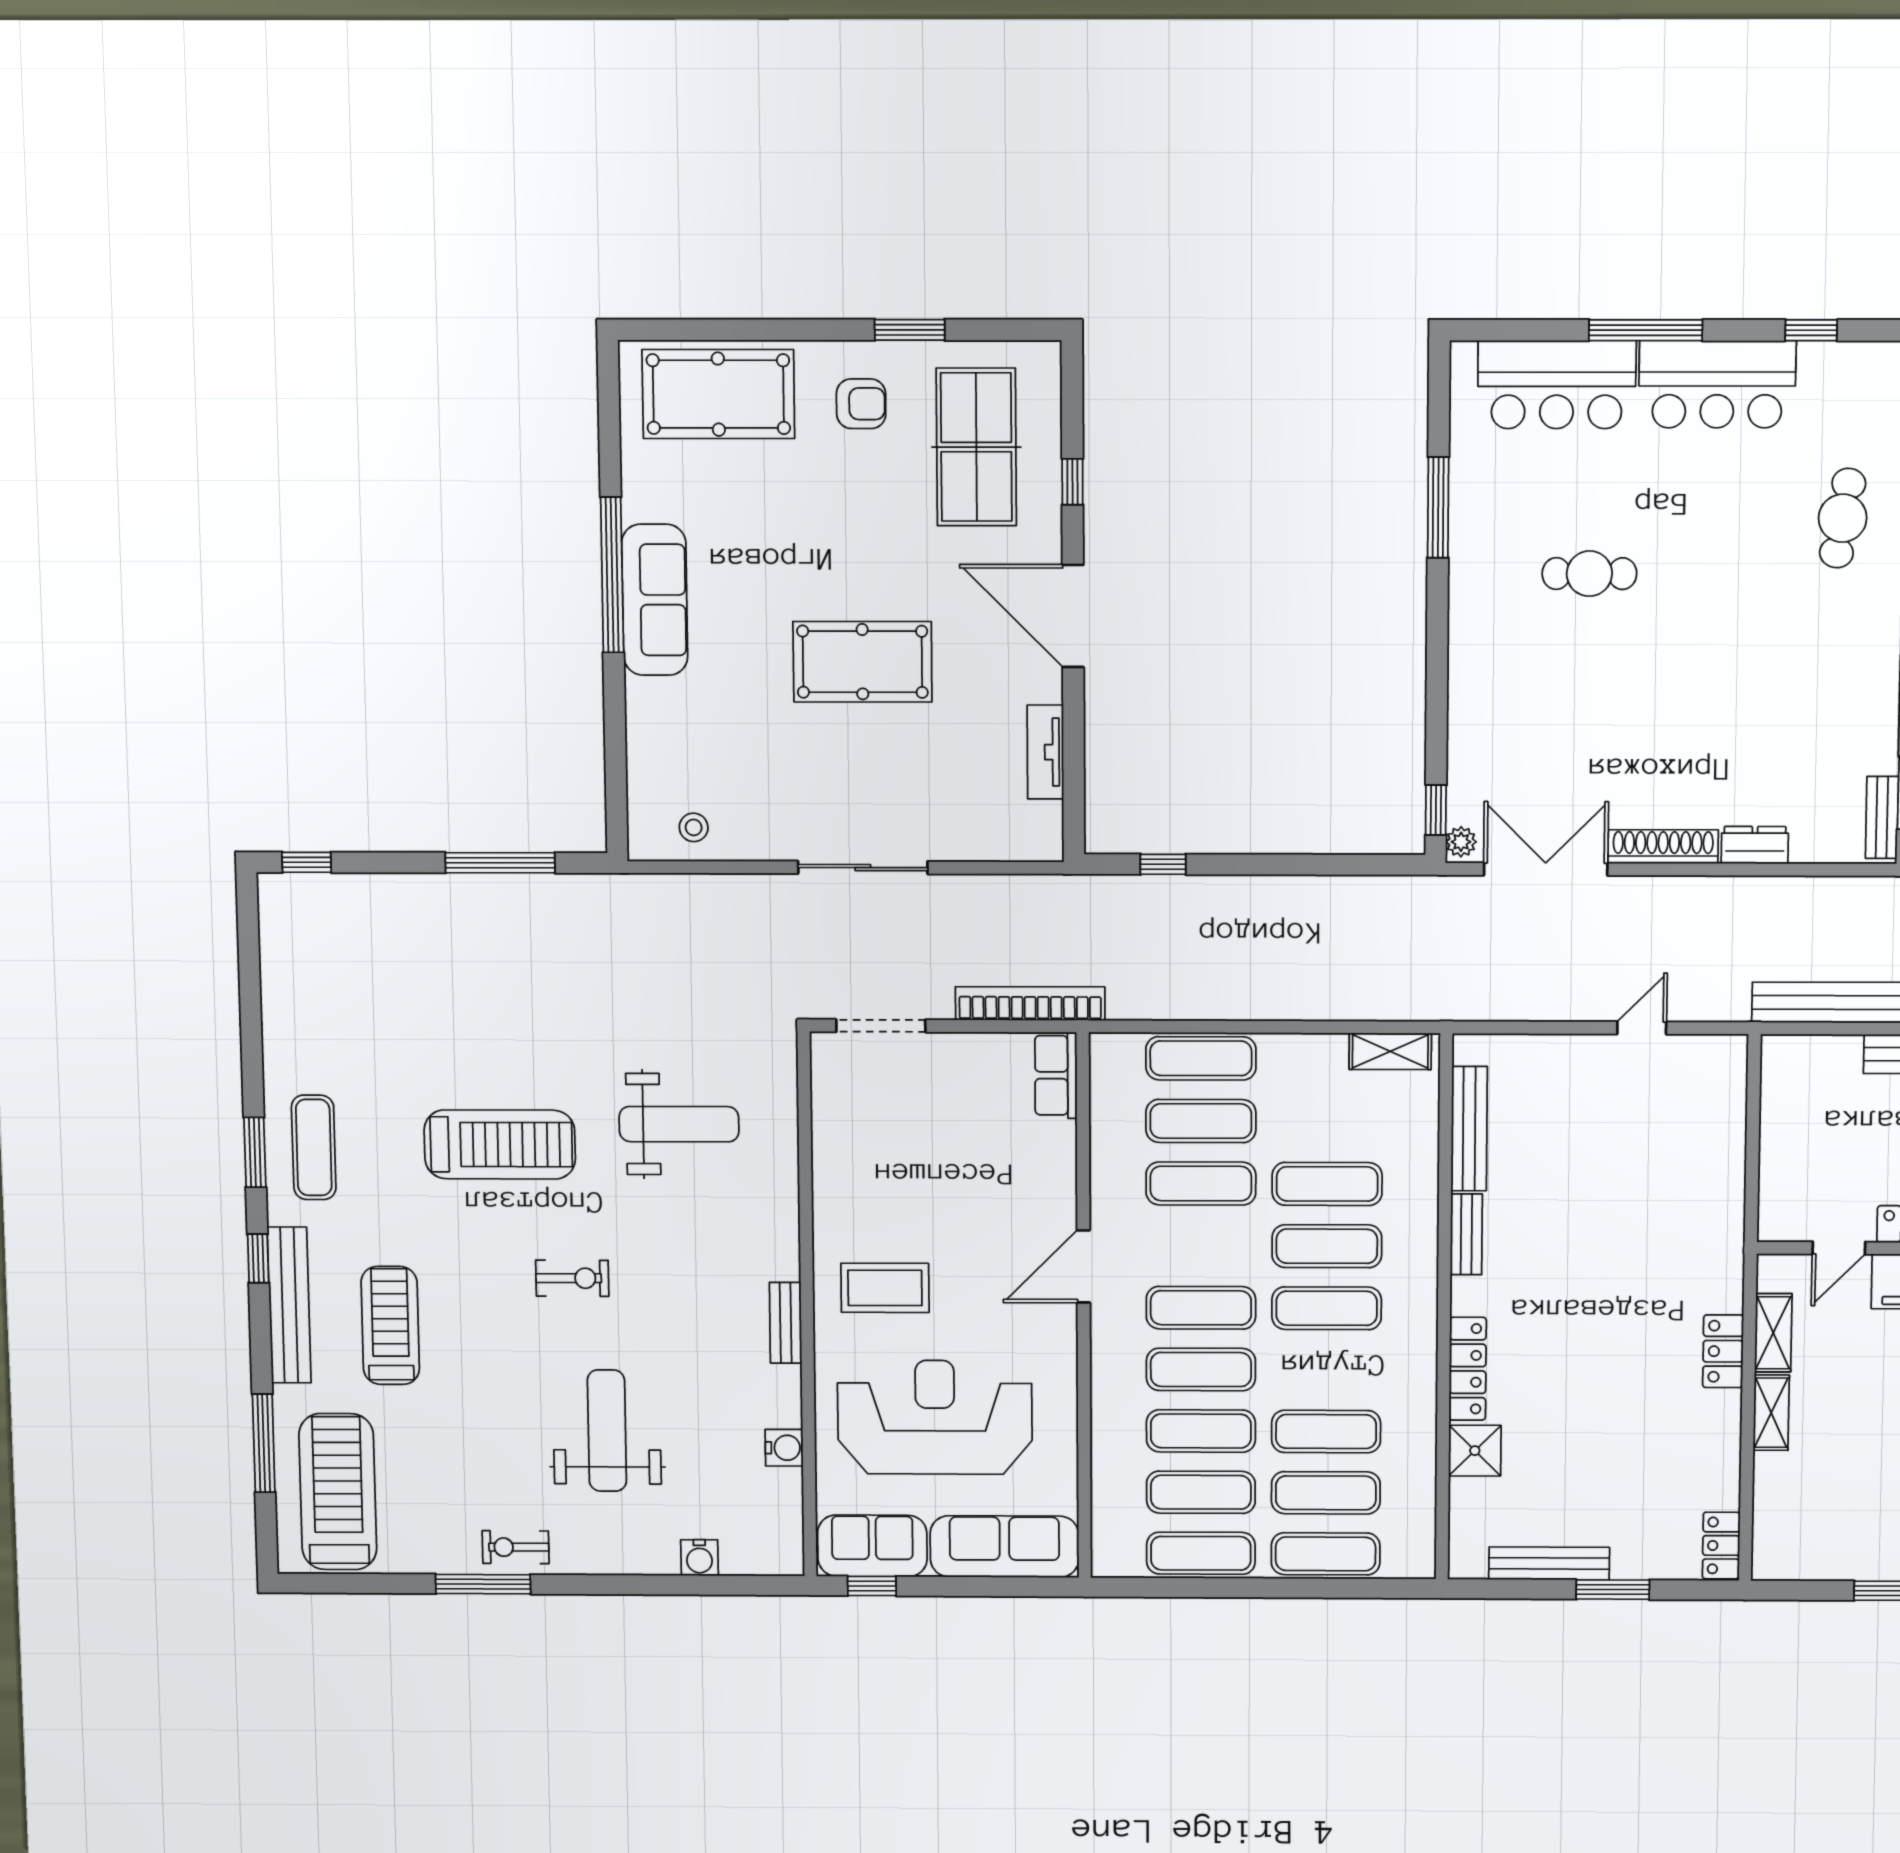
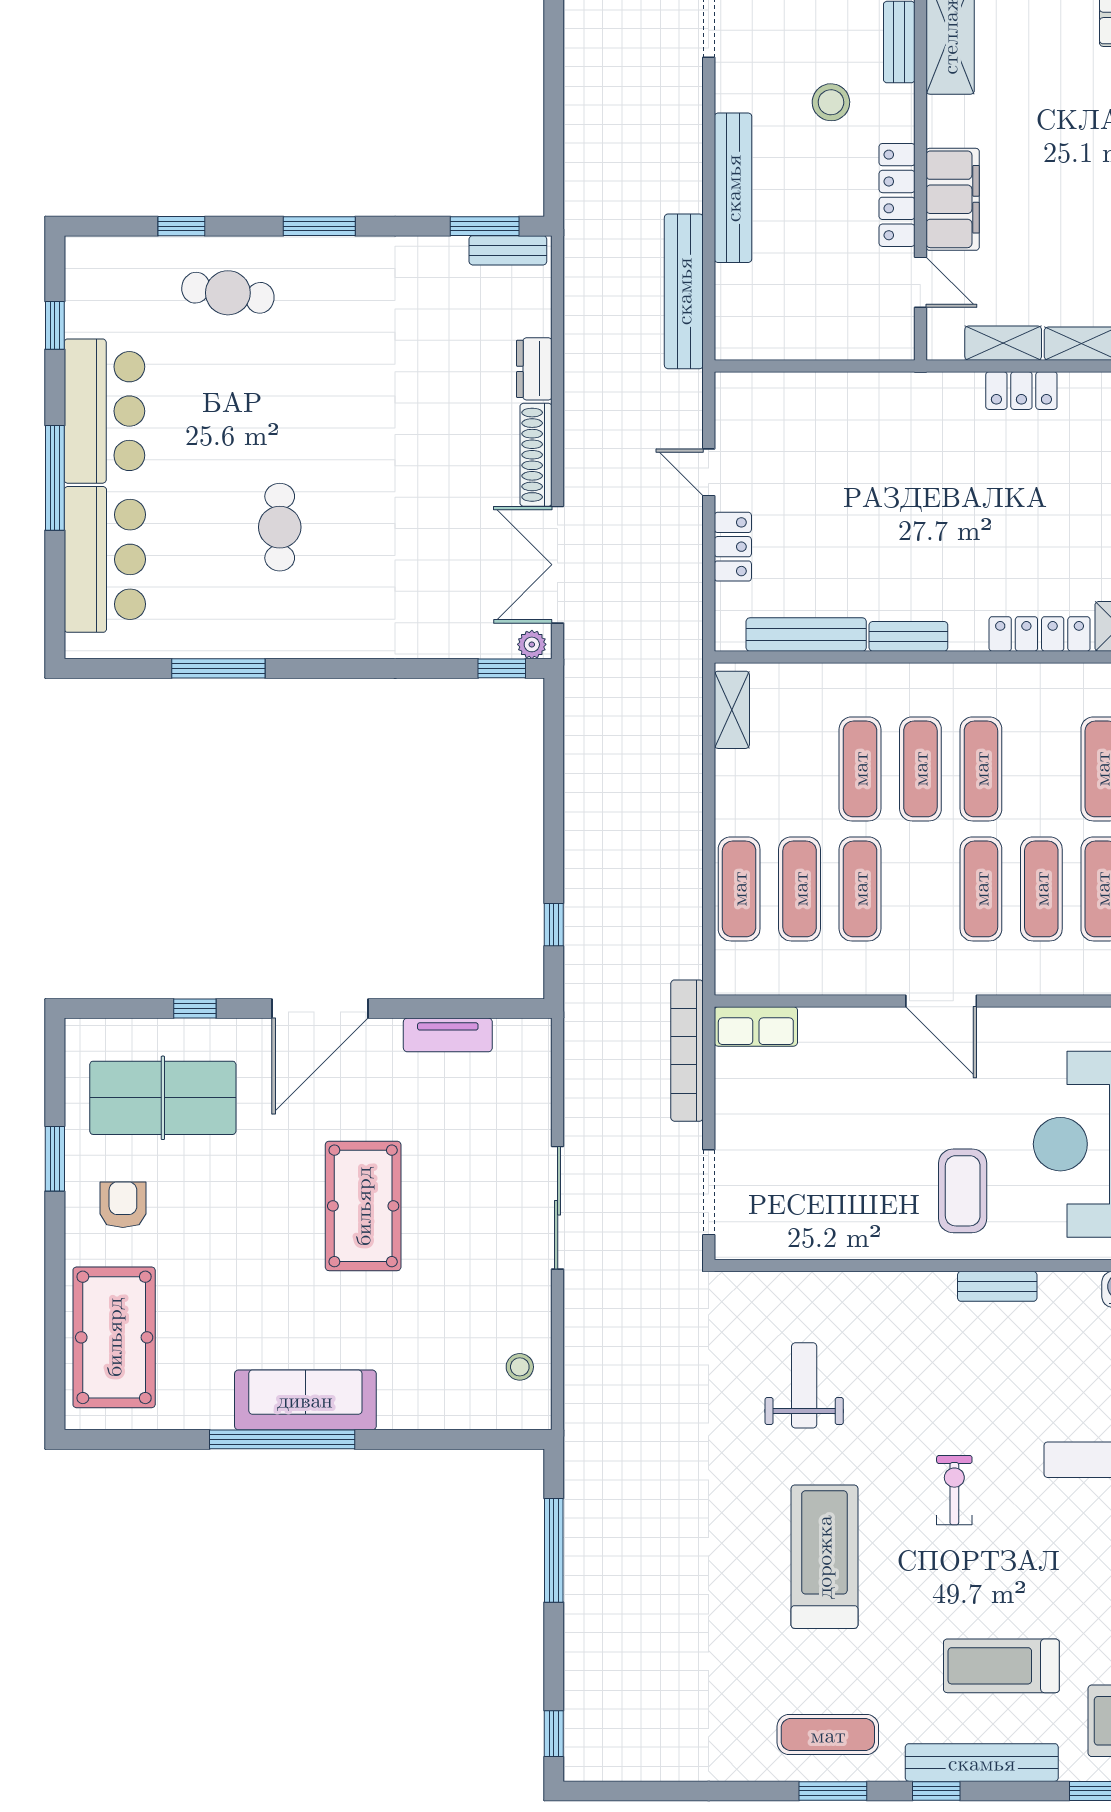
locker: (1563, 1053) -> (733, 547), added
weight bench: (679, 1124) -> (804, 1385), width x0.73, depth x0.75

